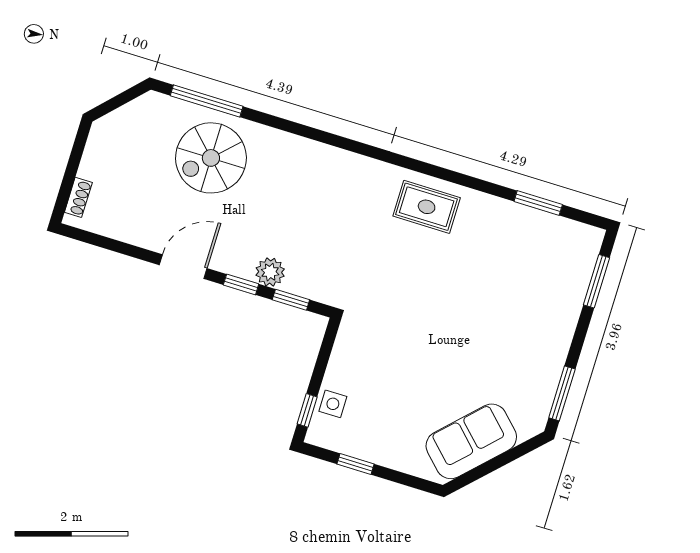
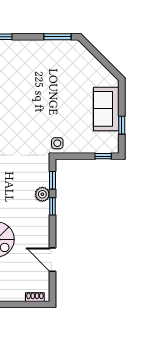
door: (183, 267) -> (53, 260), moved
side table: (333, 404) -> (57, 143), moved
sofa: (471, 441) -> (106, 109), moved, turned 45

